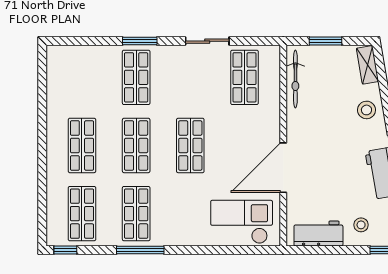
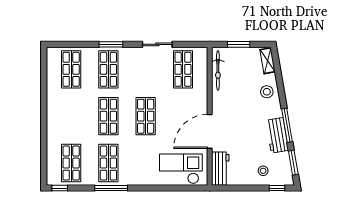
shop shelf: (82, 145) -> (71, 69), moved
workbench: (318, 233) -> (220, 169), moved, turned 90

